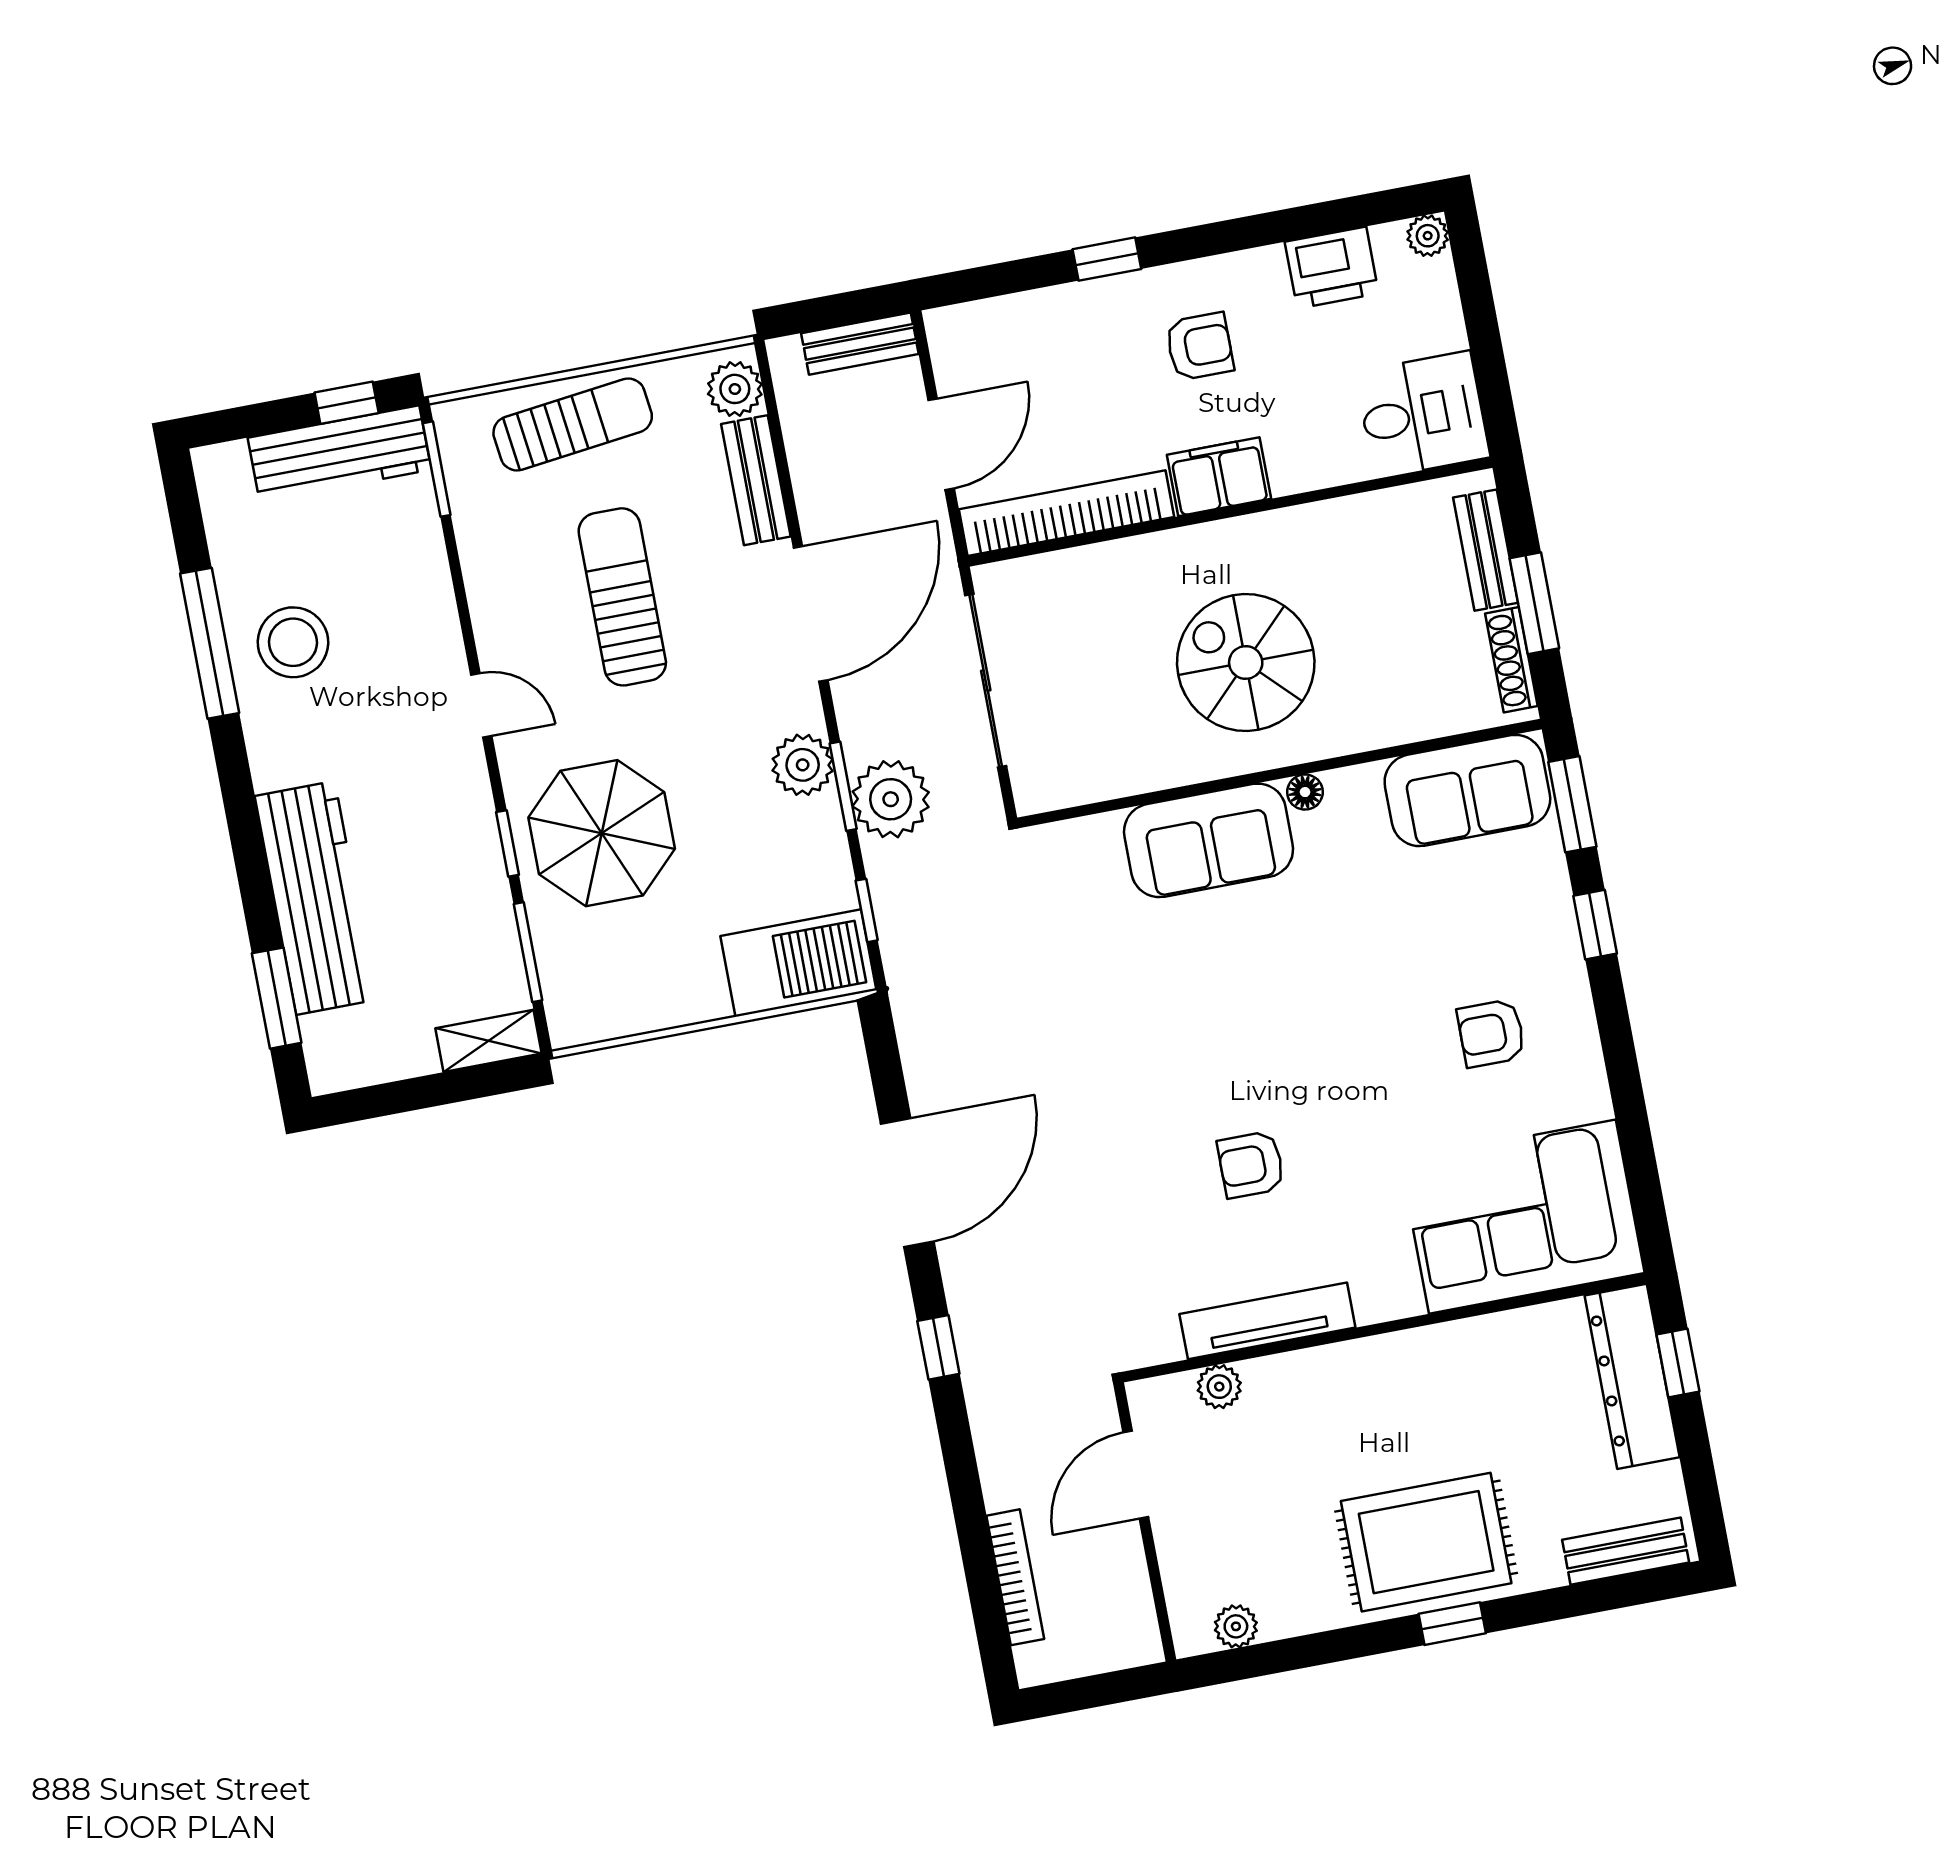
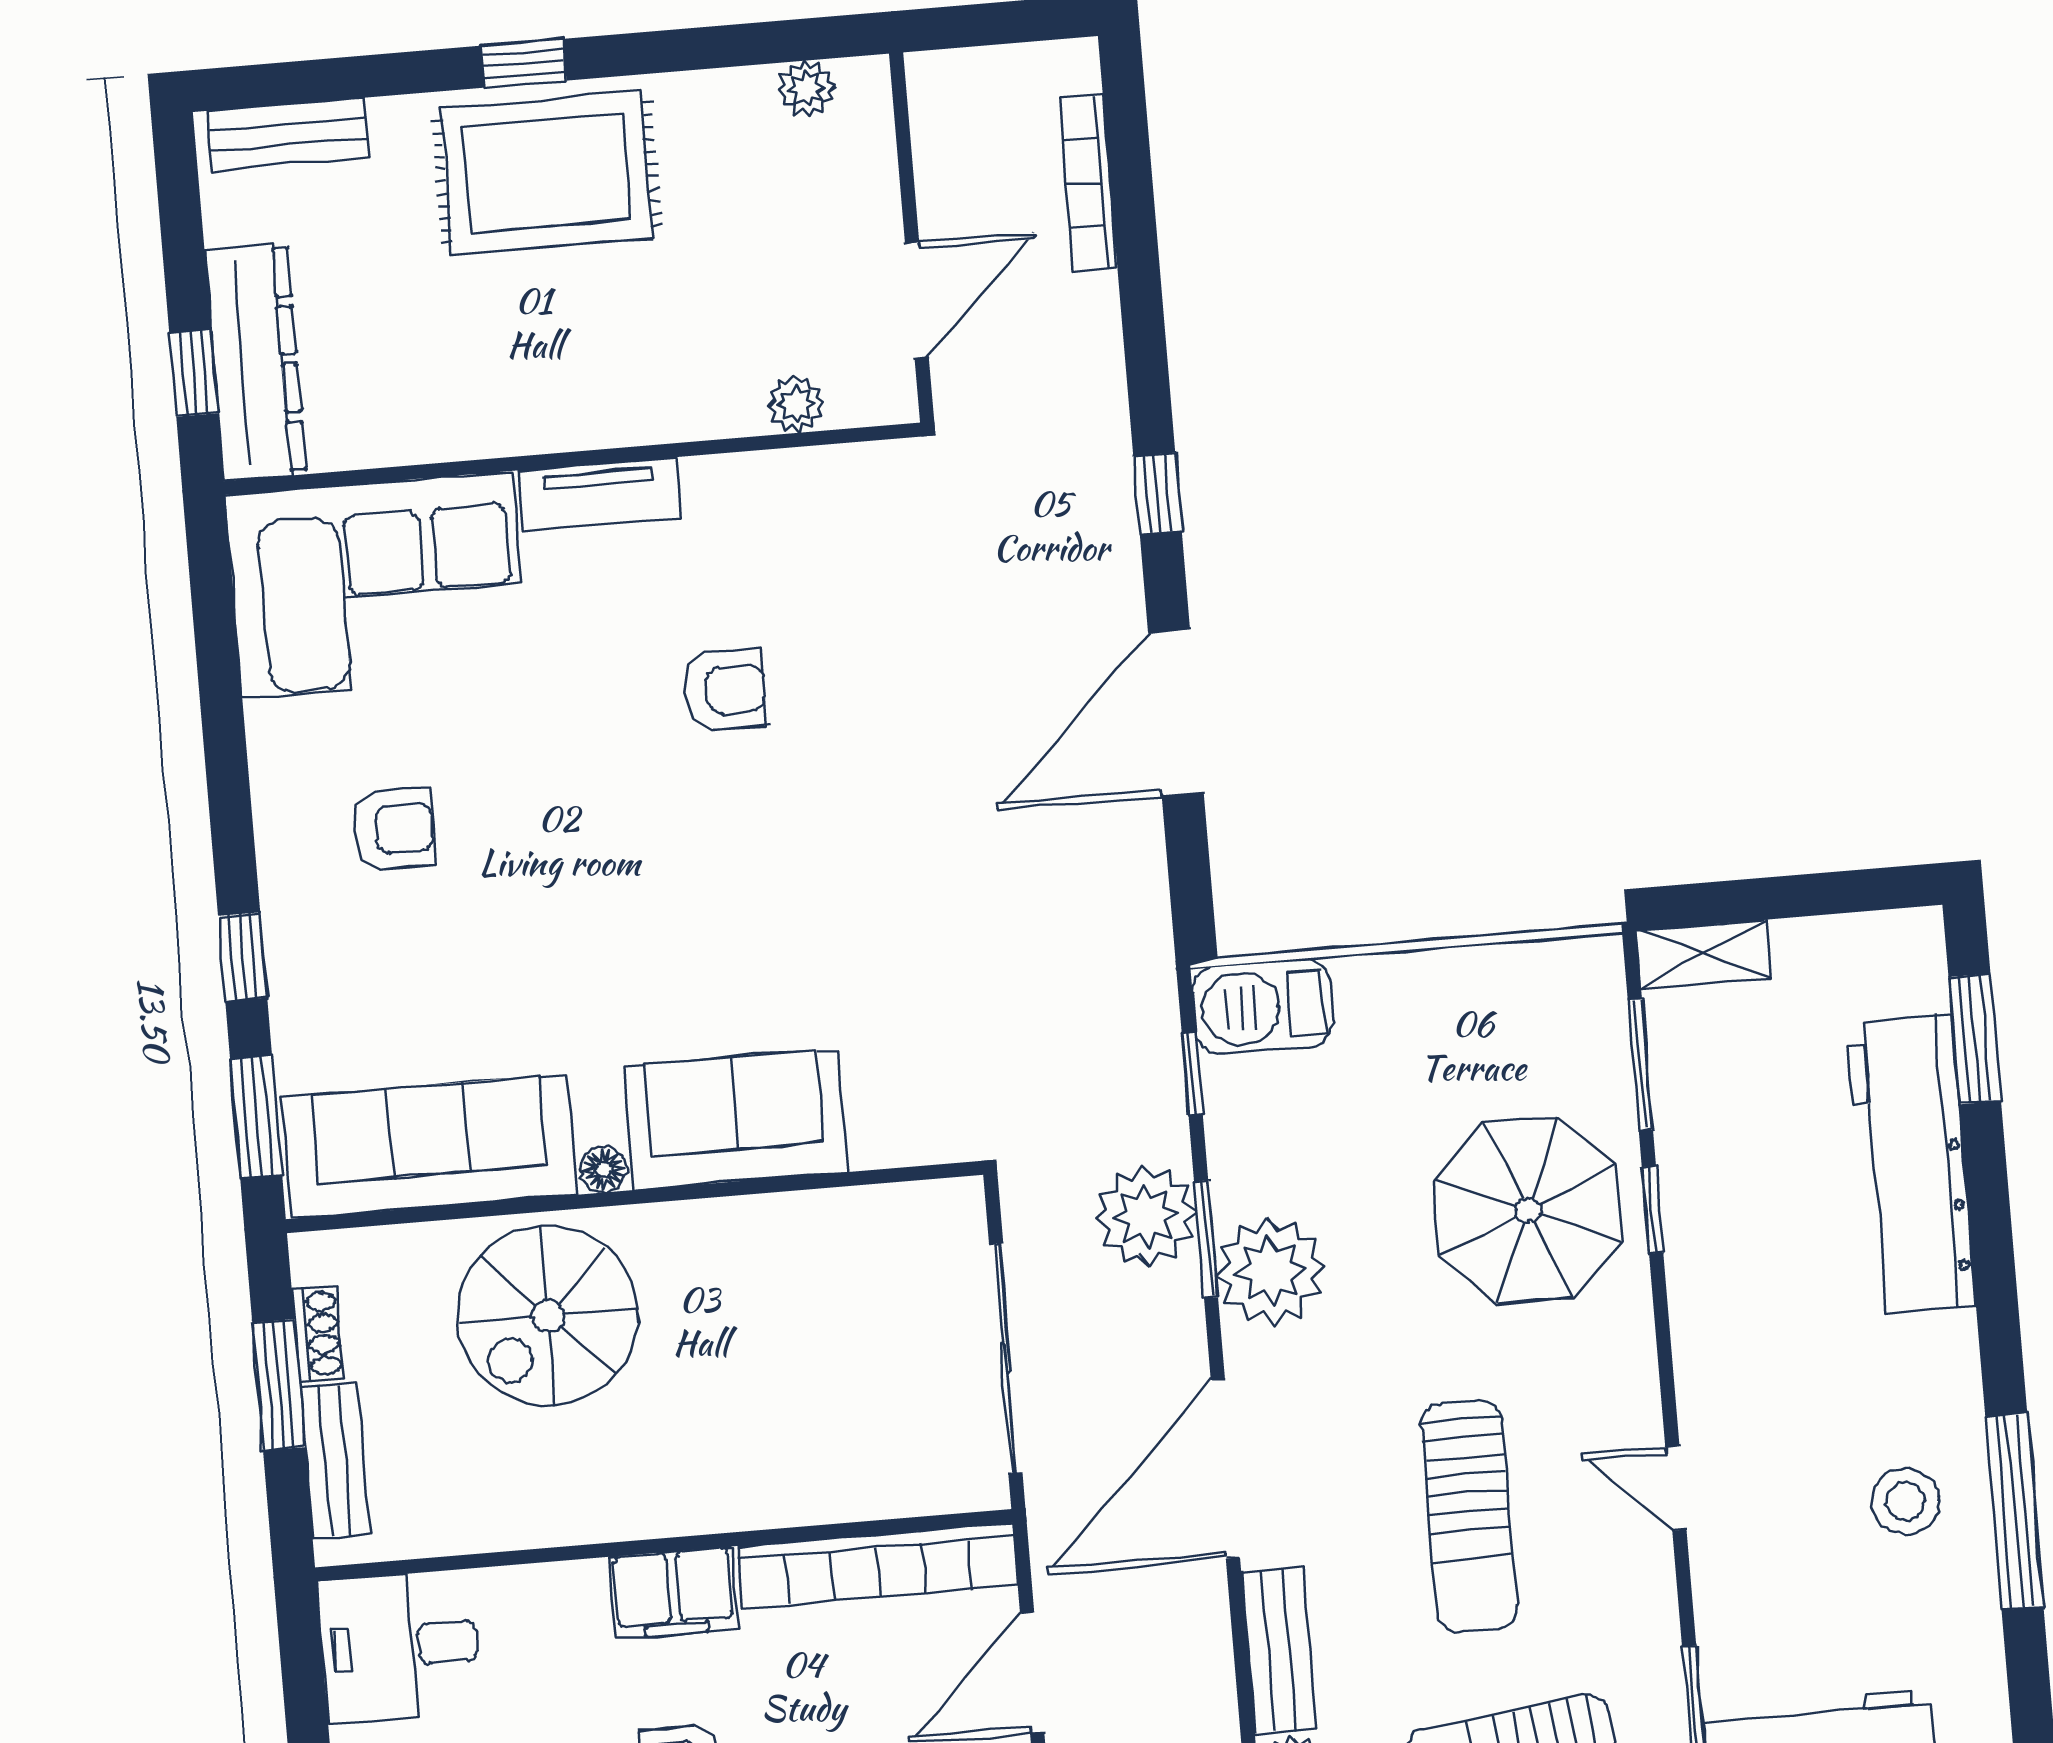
stool: (293, 642) -> (1905, 1501), width x0.73, depth x0.73
shoe rack: (1511, 660) -> (318, 1334), width x0.70
spiral stairs: (1246, 662) -> (548, 1316), moved, turned 90
door: (481, 705) -> (1676, 1488), moved
plant: (803, 765) -> (1271, 1271), width x1.36, depth x1.36
sofa: (1467, 790) -> (429, 1146), width x1.36
barbecue: (798, 963) -> (1263, 1007), width x0.73, depth x0.83
tv unit: (1267, 1321) -> (599, 494), moved, width x0.71

